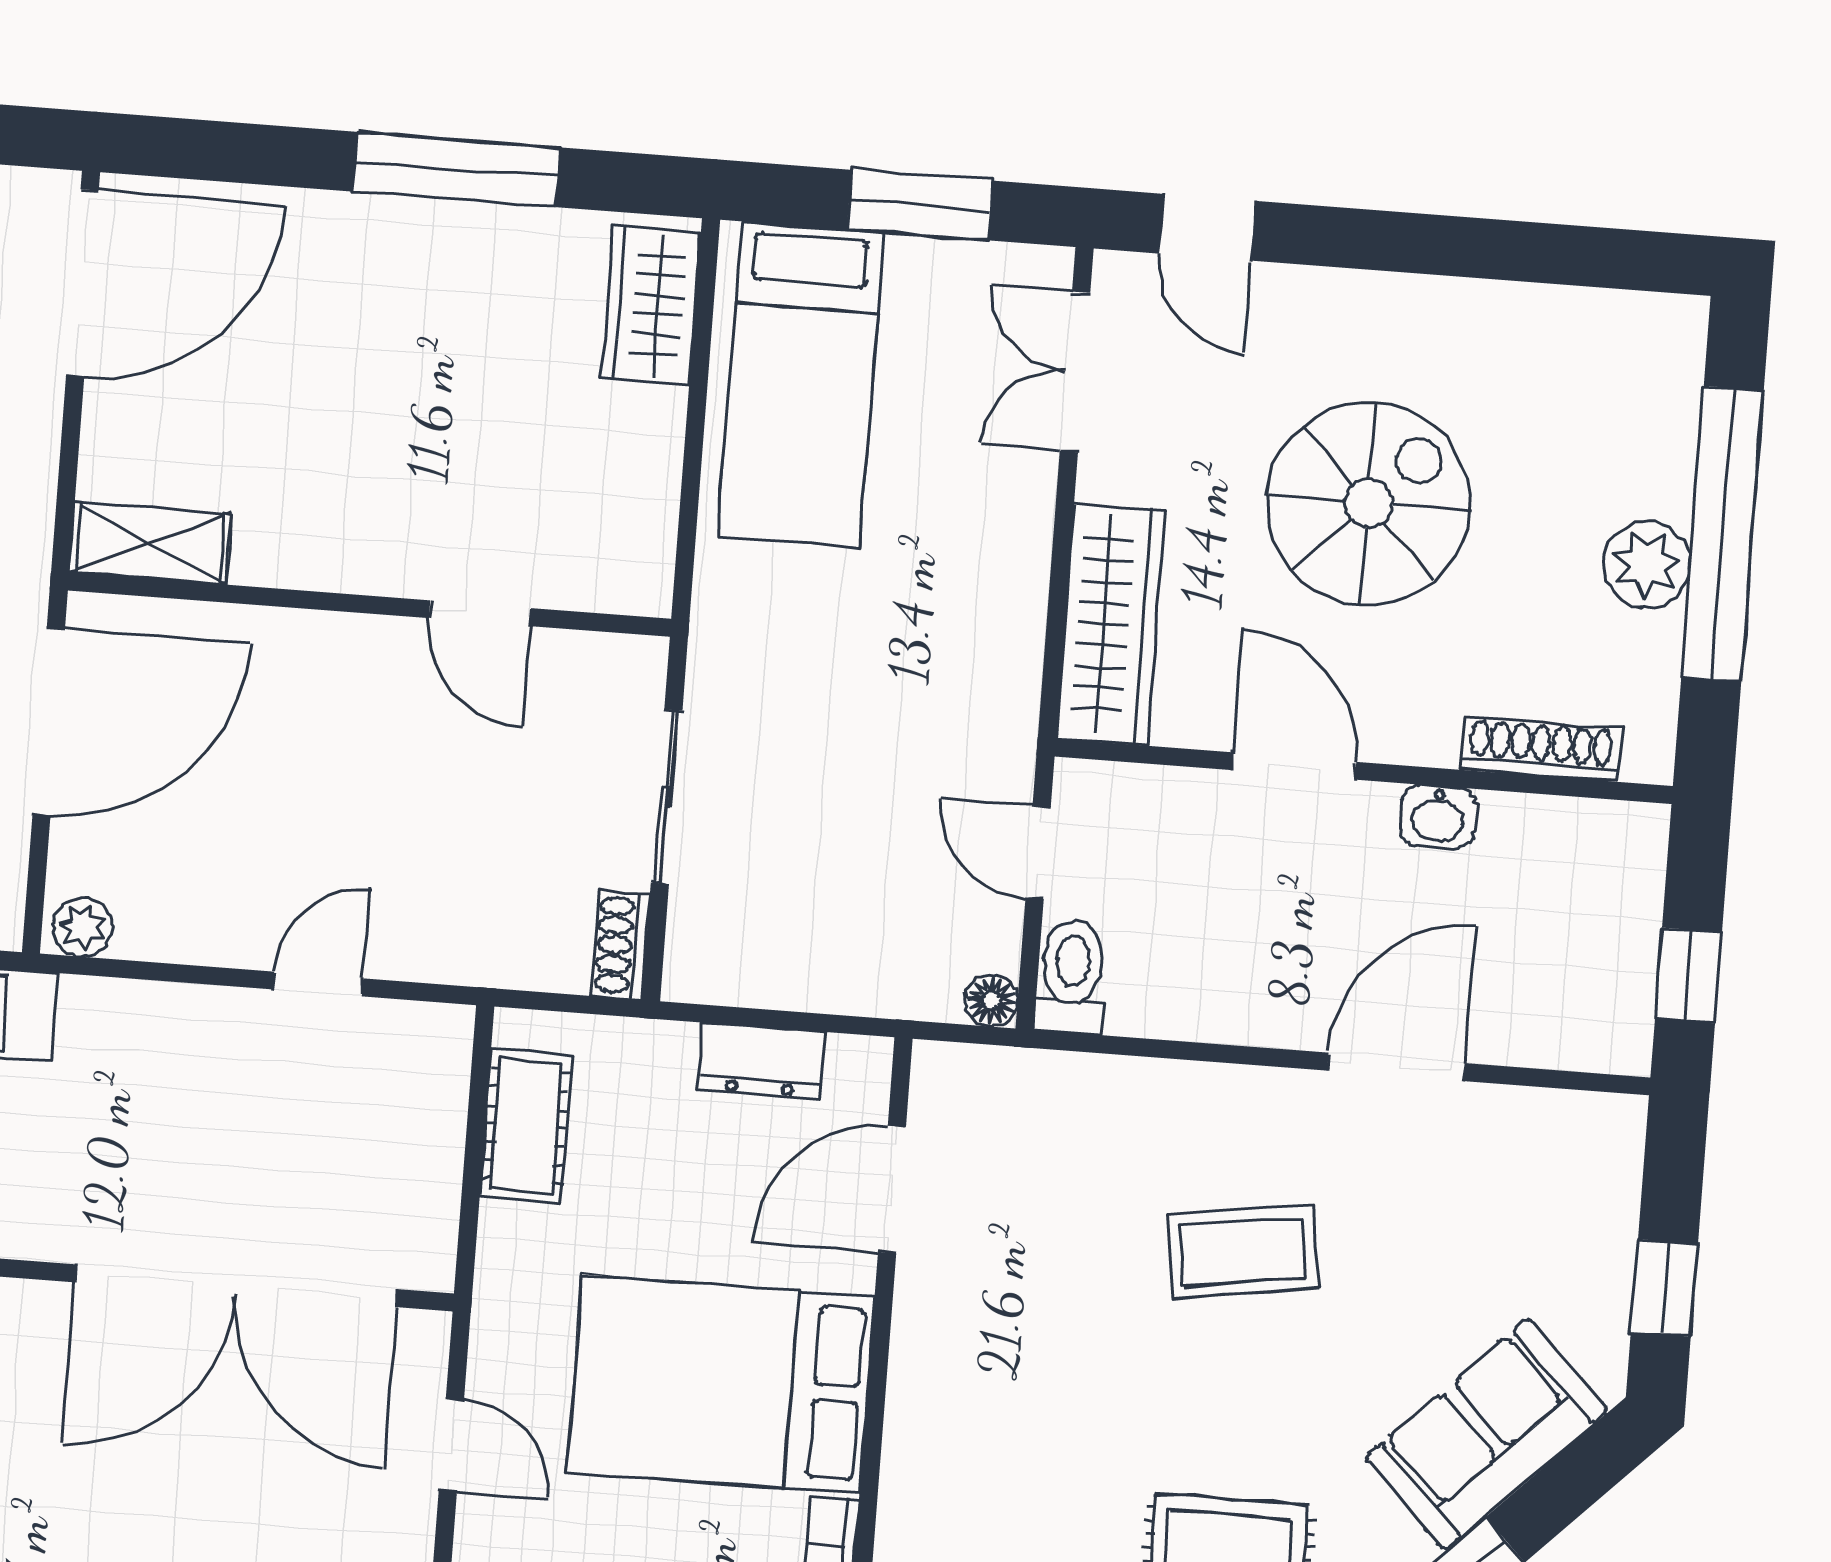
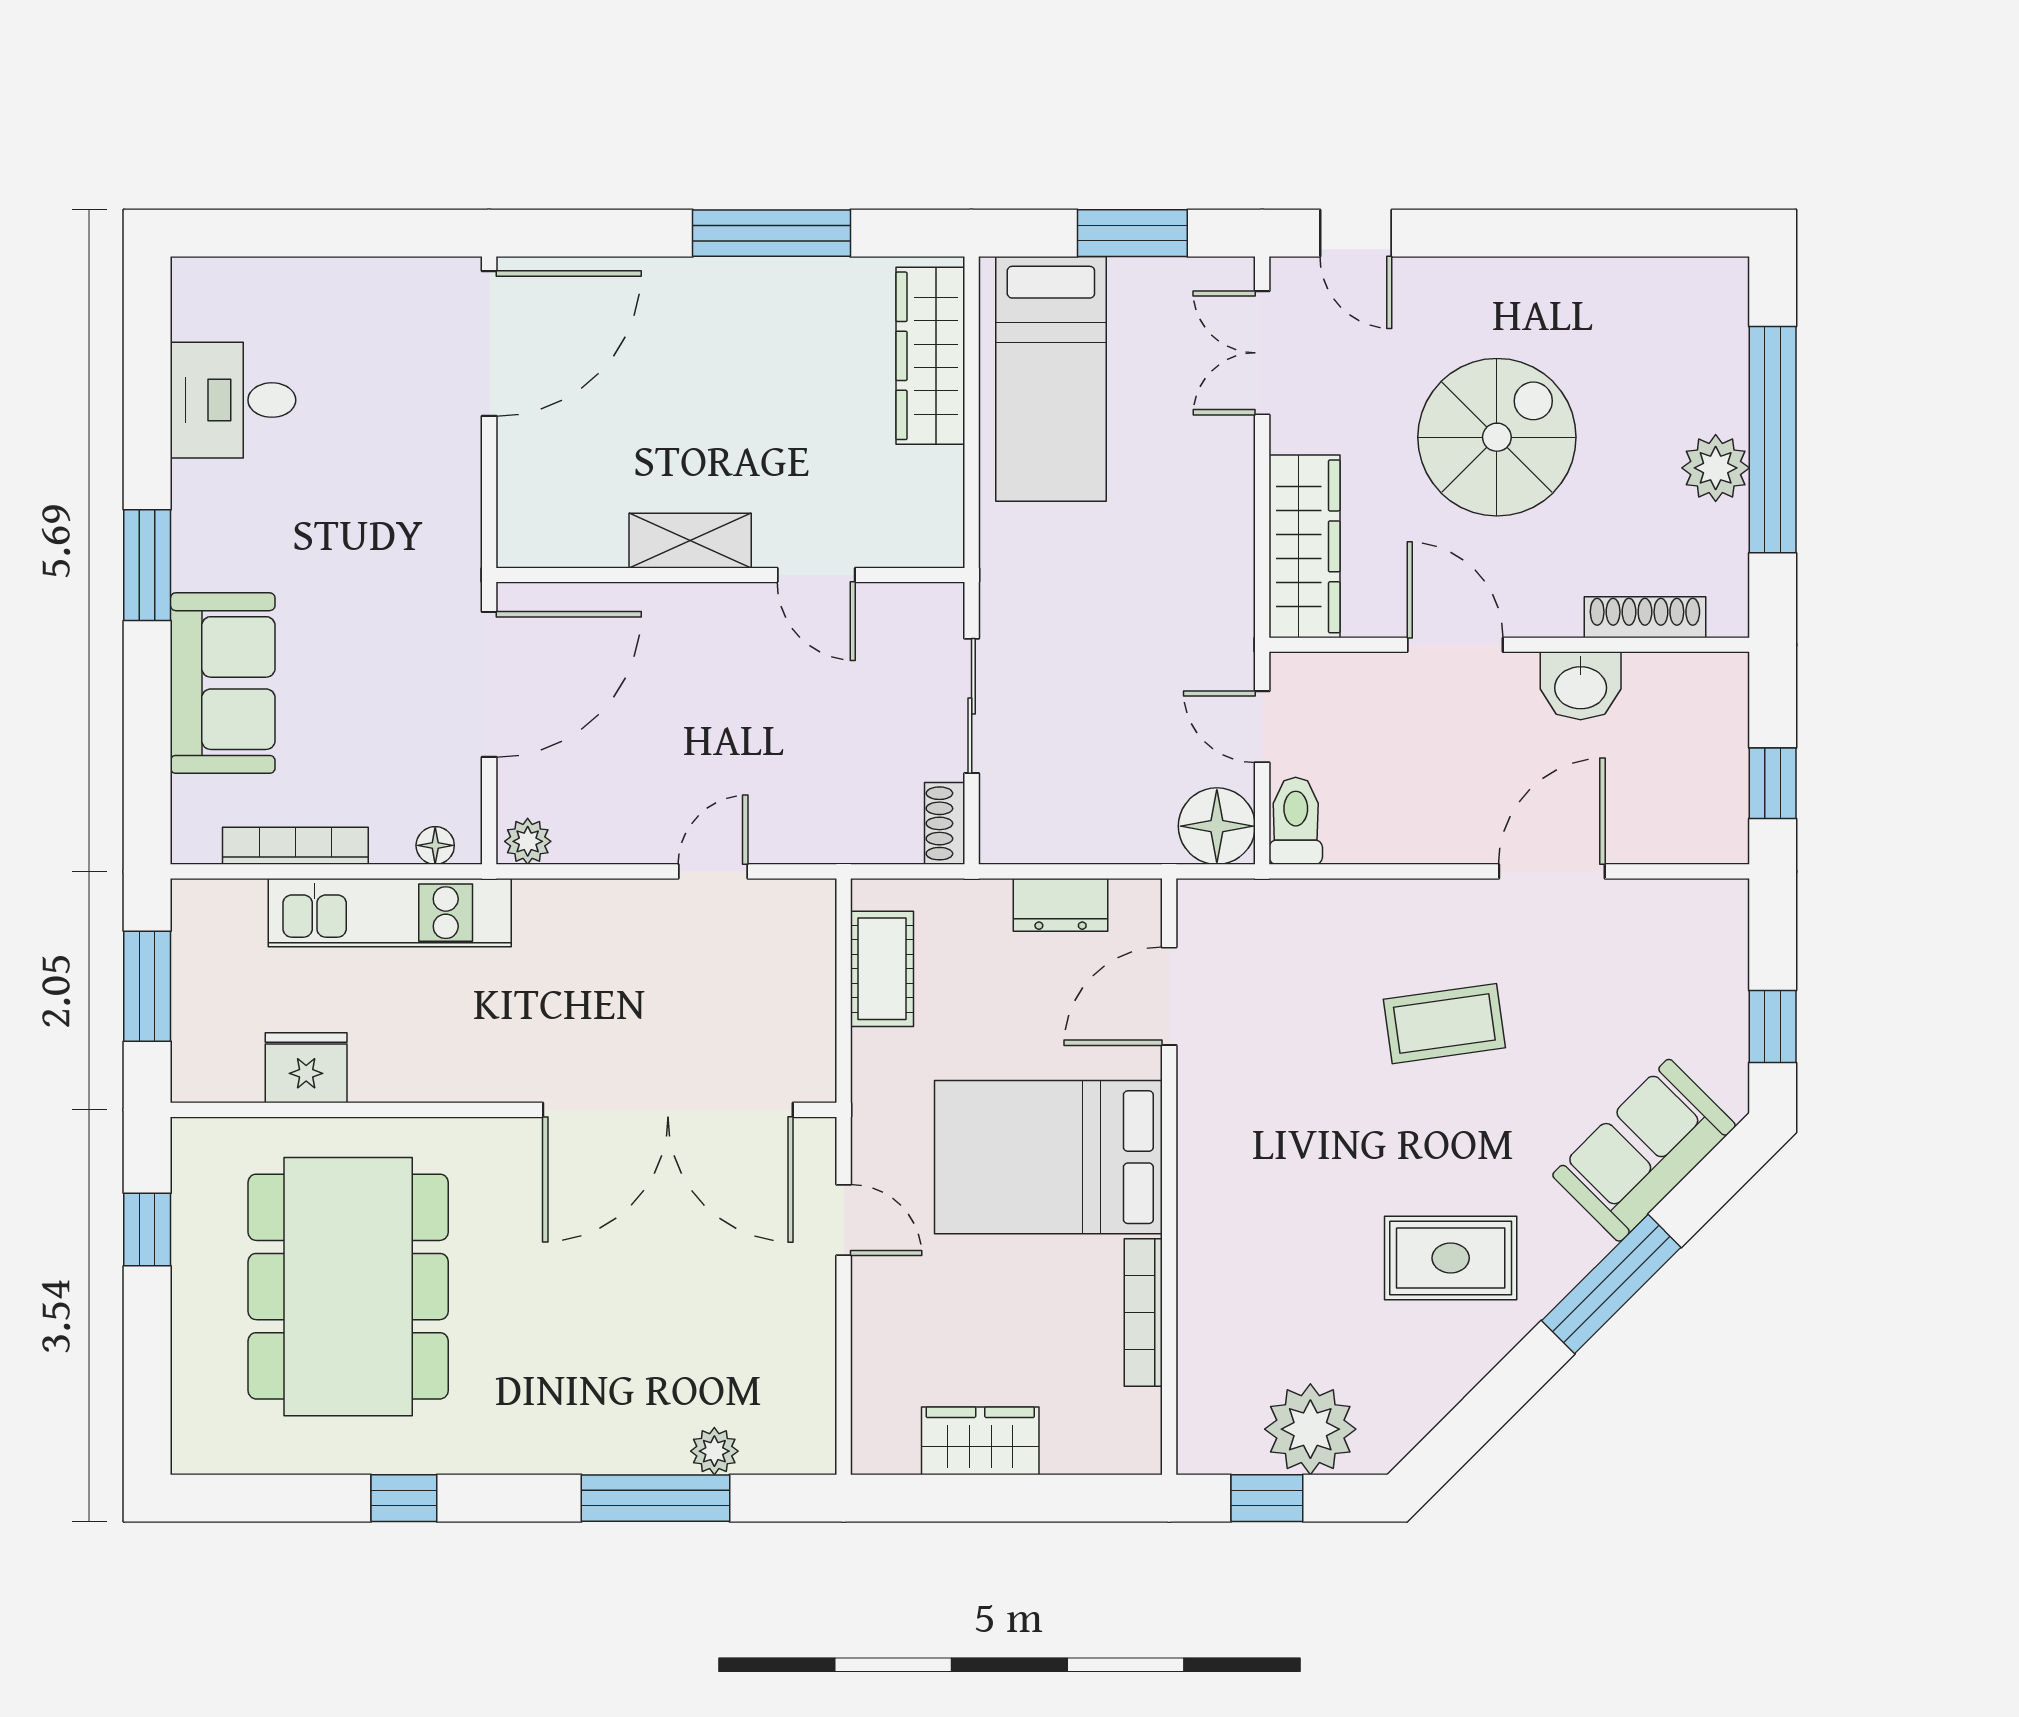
wardrobe: (651, 305) -> (930, 356), width x1.50
shelving: (150, 543) -> (690, 541), moved
washbasin: (1438, 816) -> (1581, 686), width x1.38, depth x1.45
floor lamp: (991, 1000) -> (1217, 826), width x1.89, depth x1.89

